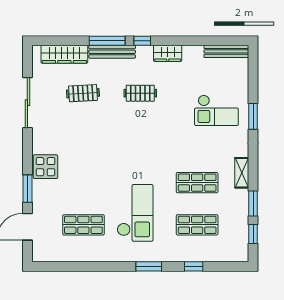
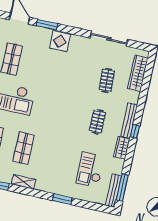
window: (107, 41) -> (122, 187), moved
bench: (112, 52) -> (129, 120), moved
checkout: (216, 110) -> (90, 170), moved

